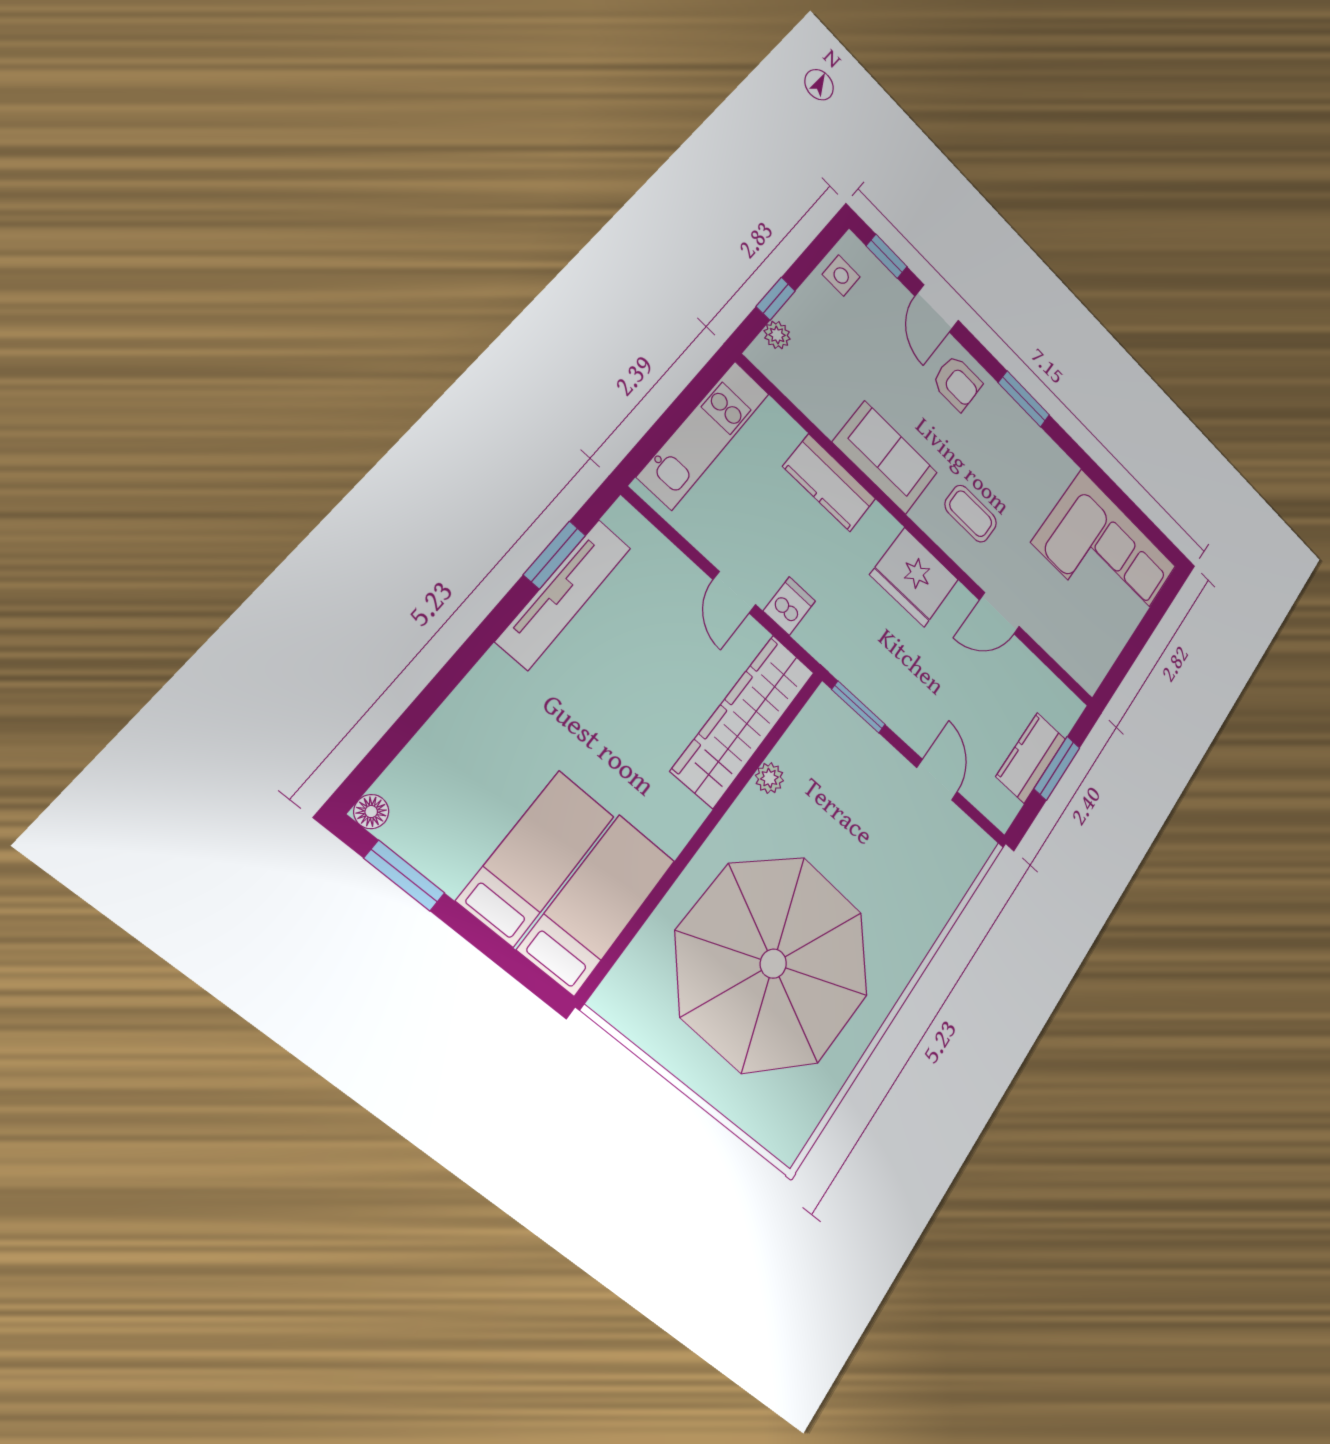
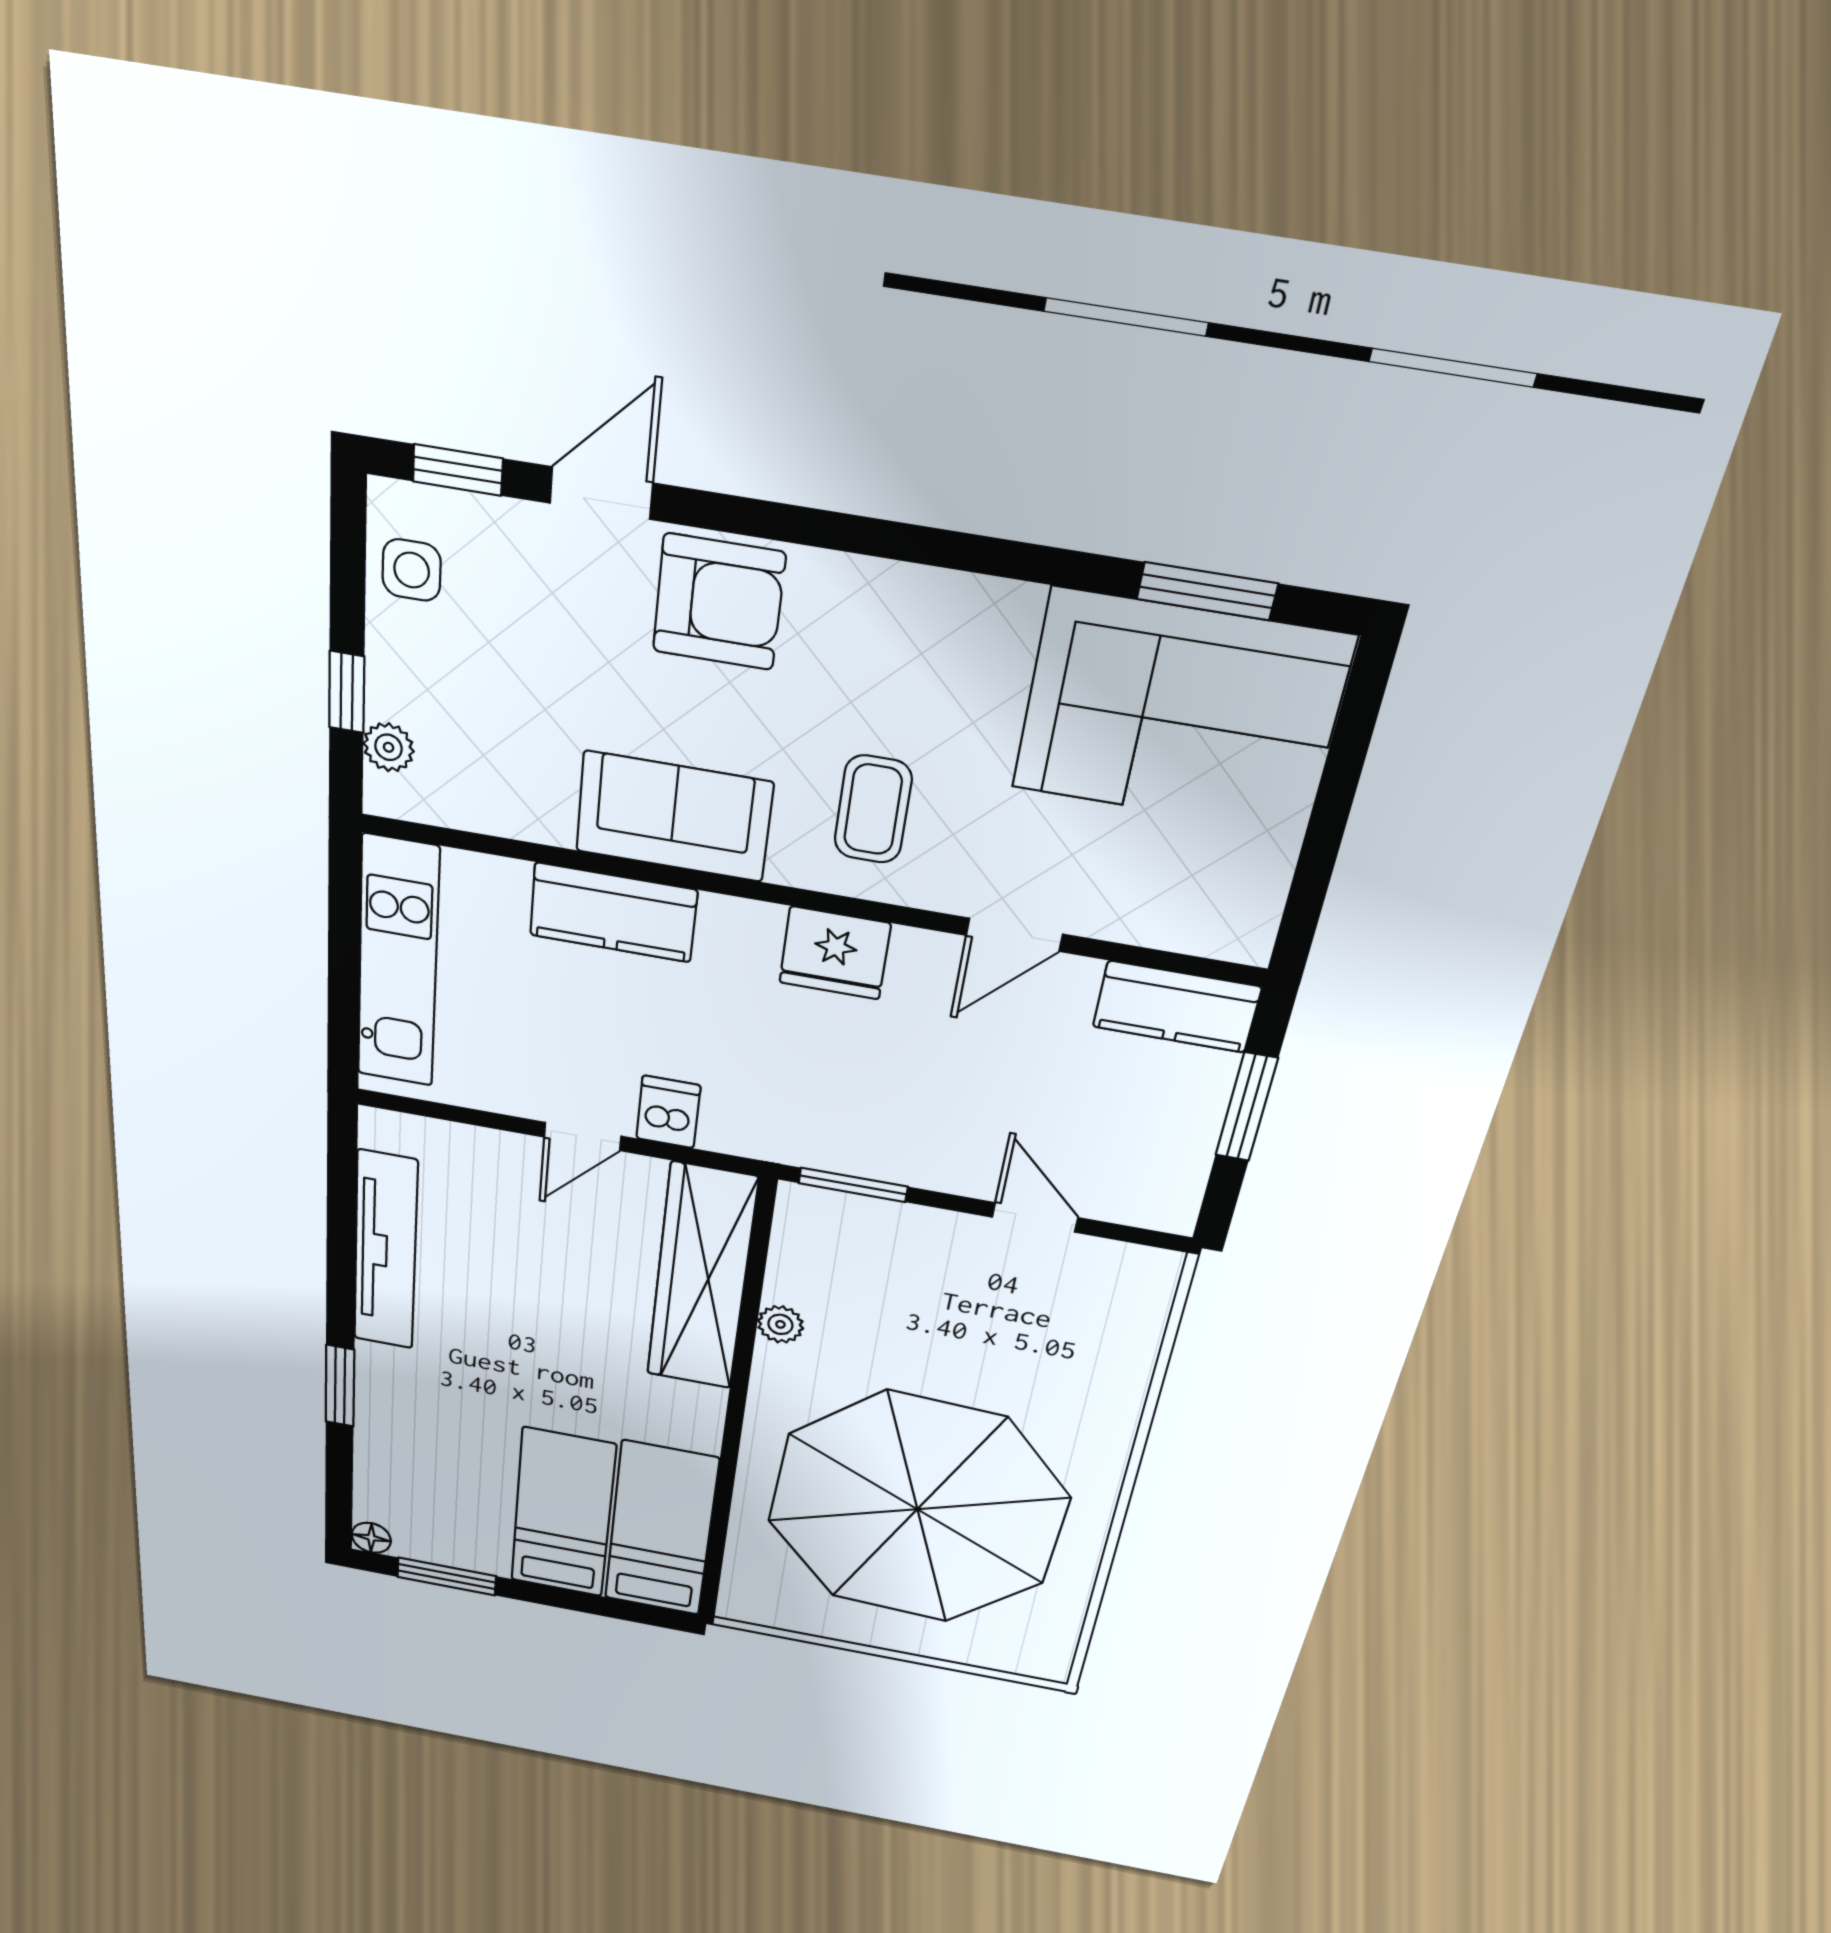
door: (937, 308) -> (601, 493), swing flipped
armchair: (957, 383) -> (719, 602), width x1.38, depth x1.38
window: (1024, 399) -> (1207, 591), moved
coffee table: (971, 514) -> (873, 809), turned 90
window: (555, 555) -> (340, 1386), moved
fridge: (914, 577) -> (835, 953), width x0.73, depth x0.75
door: (734, 592) -> (583, 1137), hinge flipped
kitchen counter: (1031, 758) -> (1177, 1007), moved, turned -90

